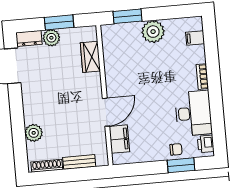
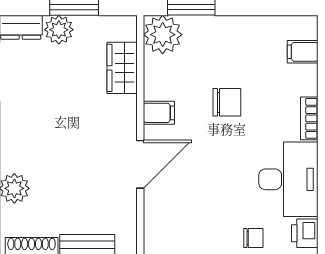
plant: (153, 32) -> (163, 35), moved
chair: (153, 71) -> (227, 102), added
filing cabinet: (119, 139) -> (159, 113), moved, width x0.50

